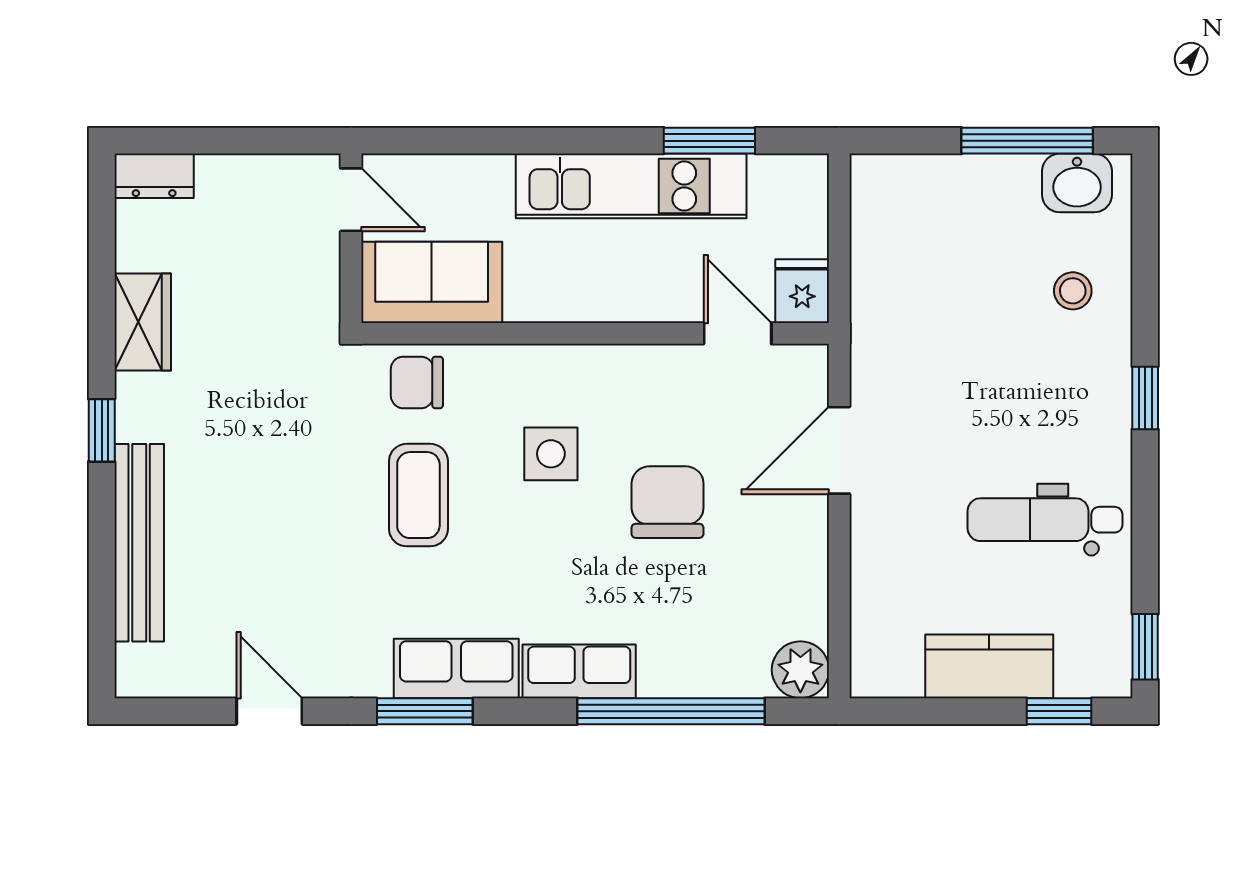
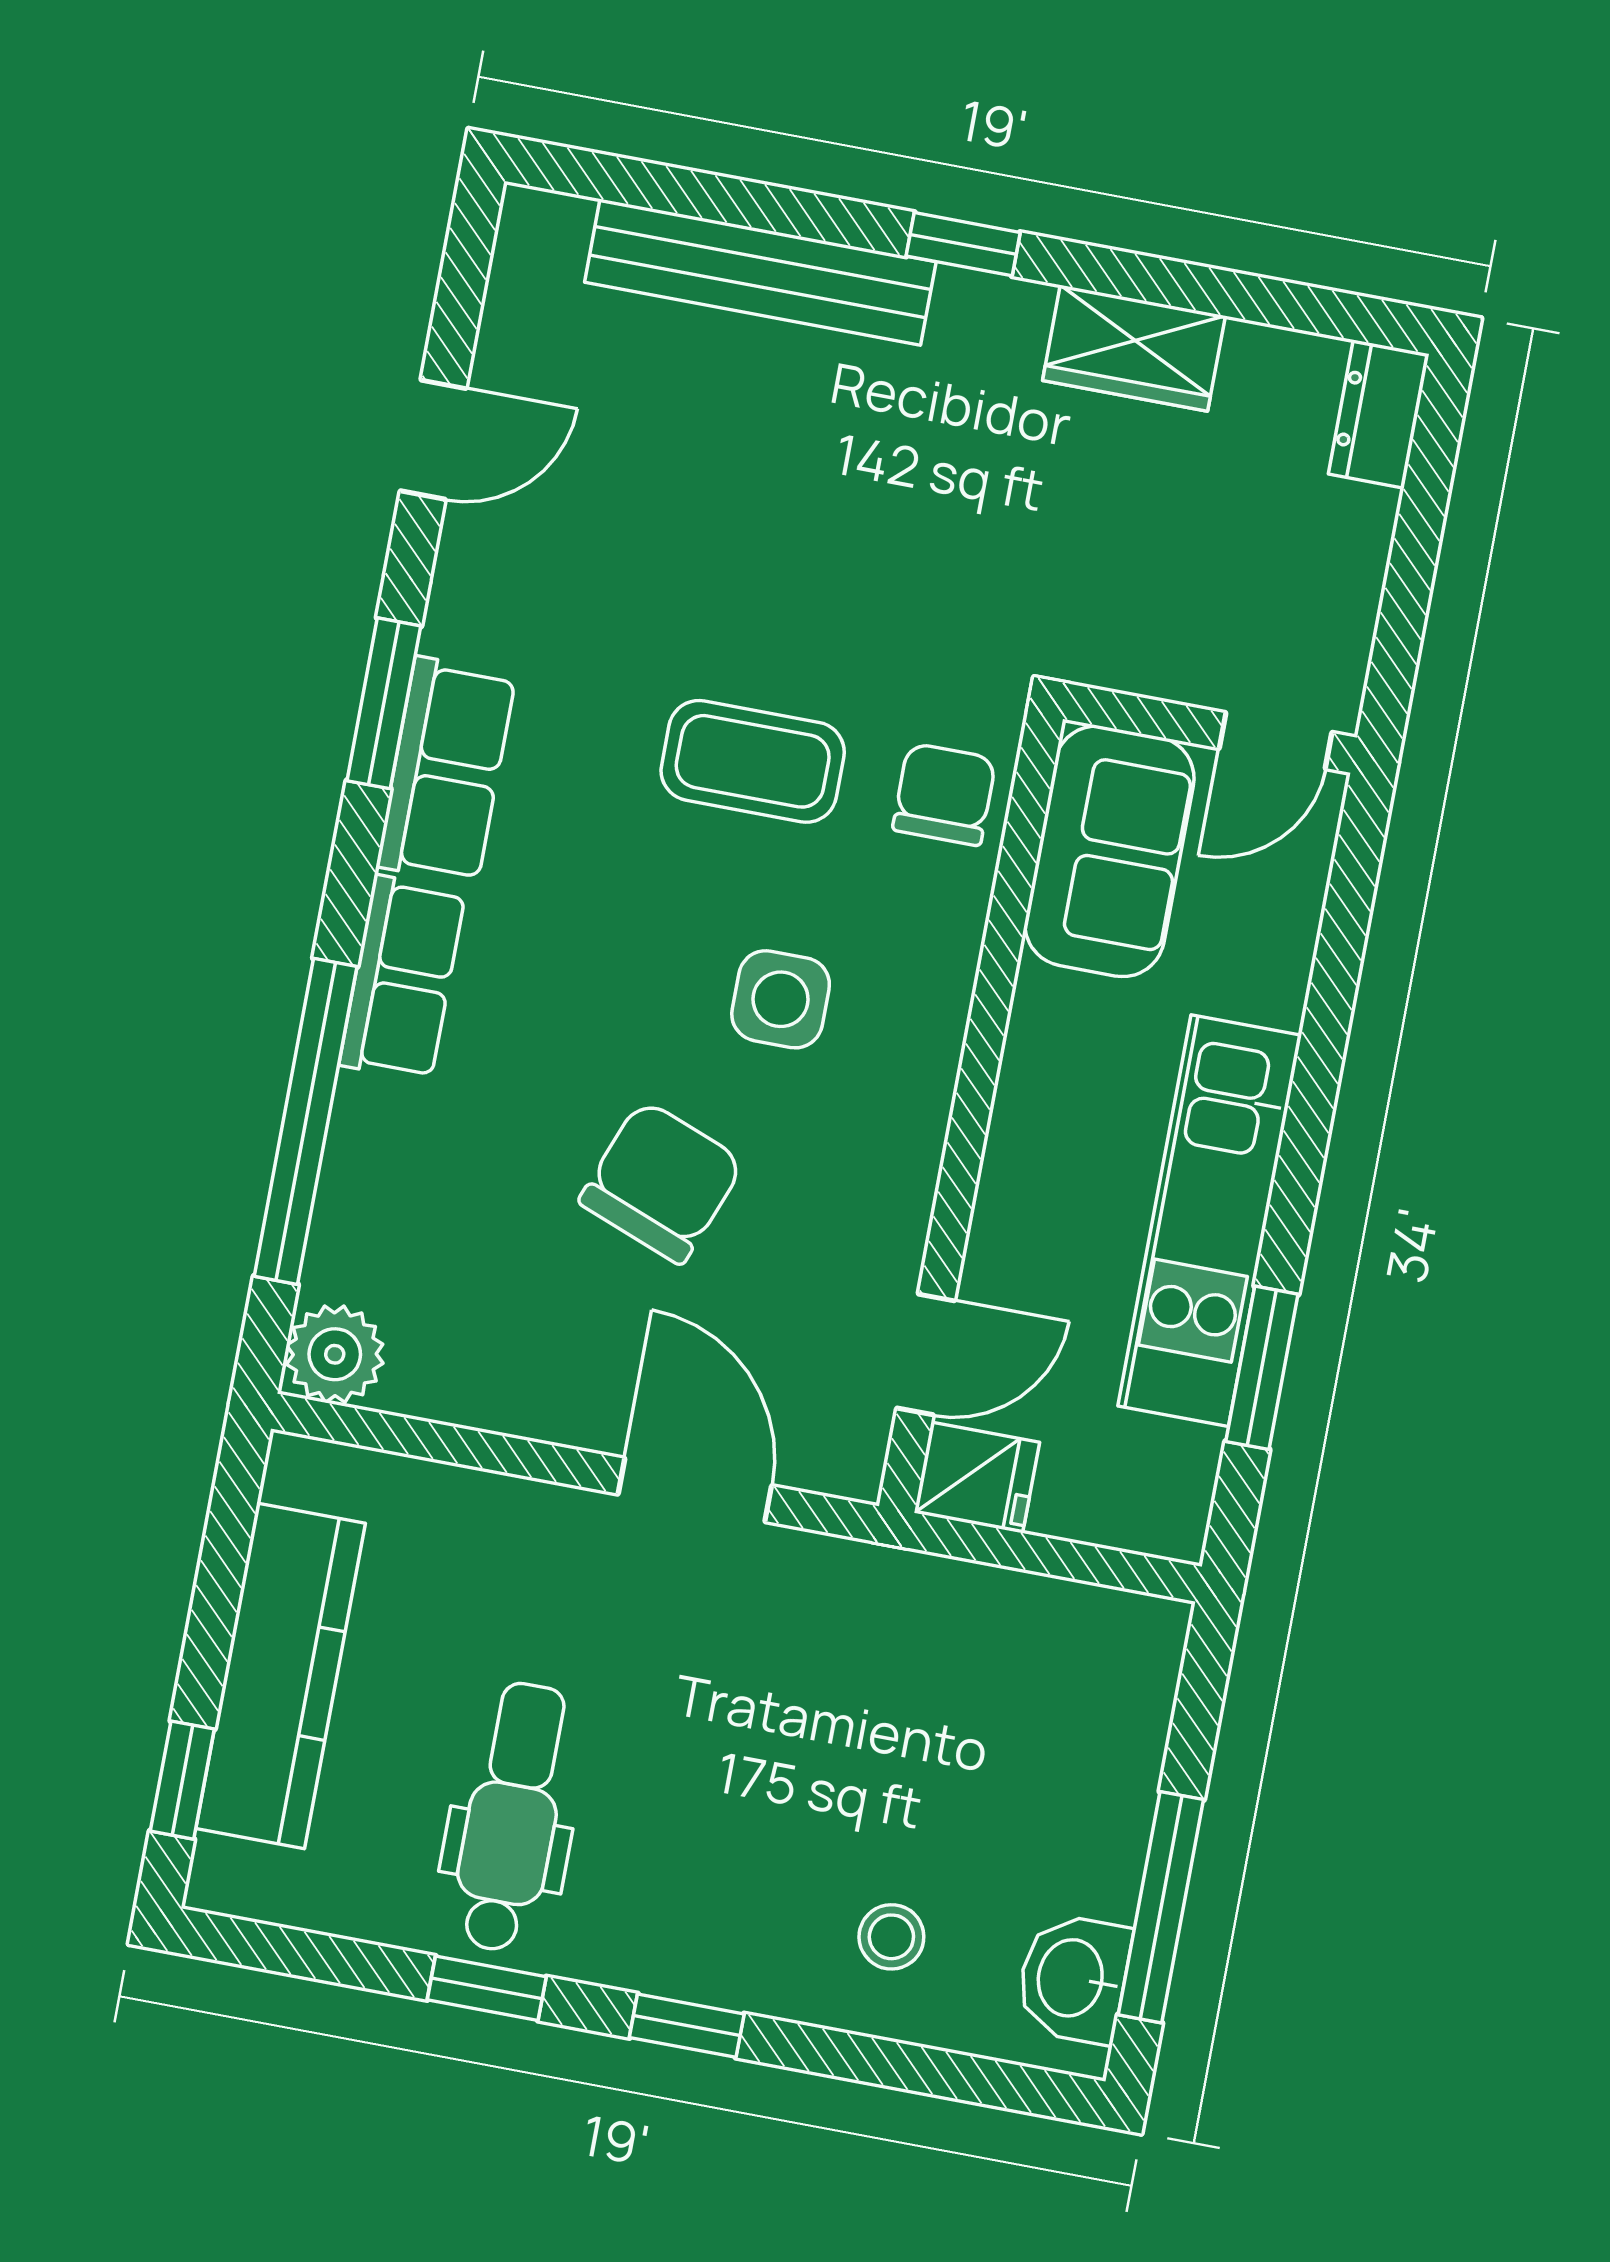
chair: (668, 502) -> (662, 1182), turned -69
window: (1145, 647) -> (487, 1988), moved
kitchen counter: (989, 666) -> (281, 1676), width x1.50

